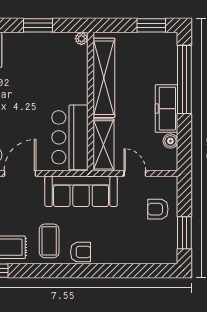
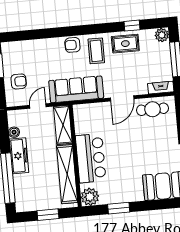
window: (151, 25) -> (48, 215), moved
plant: (81, 39) -> (90, 197), width x1.88, depth x1.88
bar counter: (70, 137) -> (91, 158), moved
door: (135, 173) -> (38, 106), swing flipped

